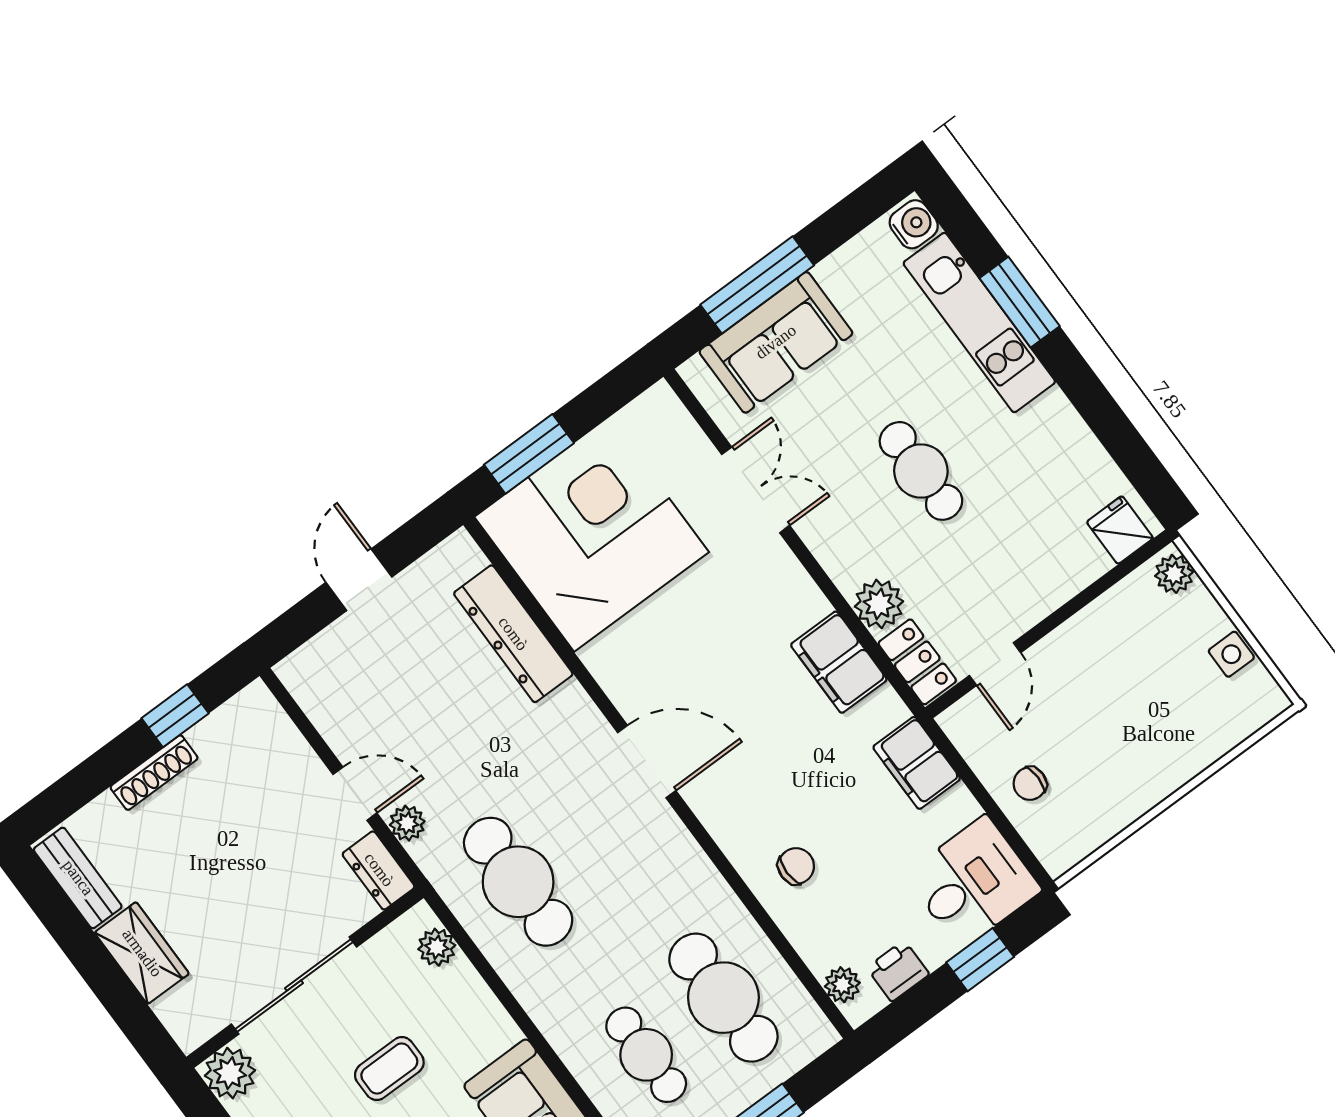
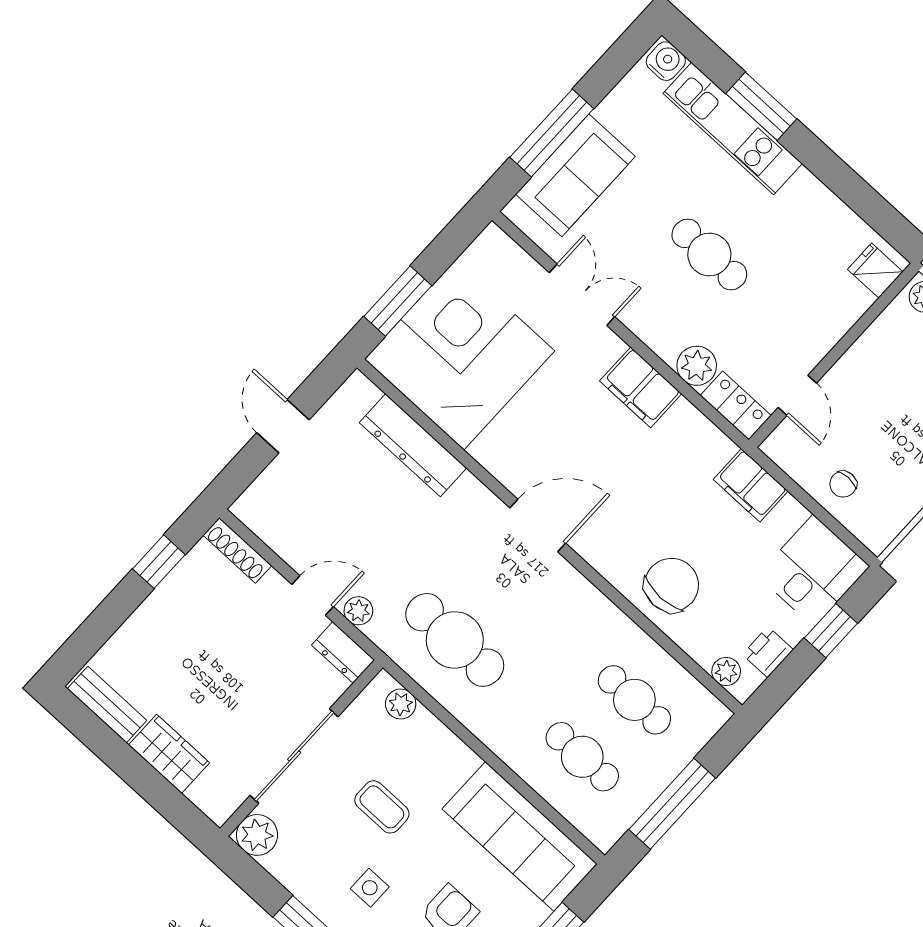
filing cabinet: (839, 662) -> (641, 387), moved
shoe rack: (154, 773) -> (237, 550), moved, turned 90
chair: (796, 866) -> (672, 585), width x1.87, depth x1.87
cafe table: (723, 998) -> (634, 700), width x0.73, depth x0.74
coffee table: (389, 1069) -> (382, 807), turned 90

